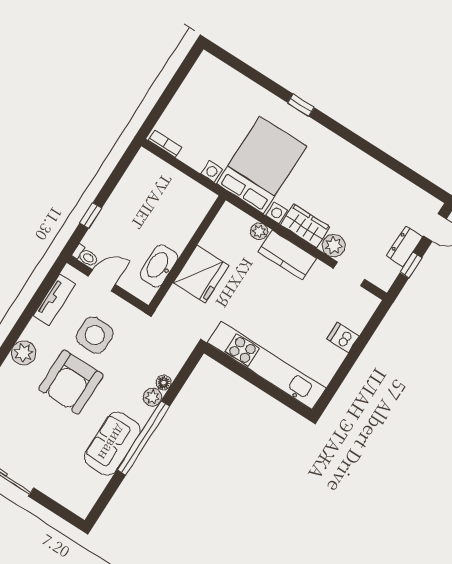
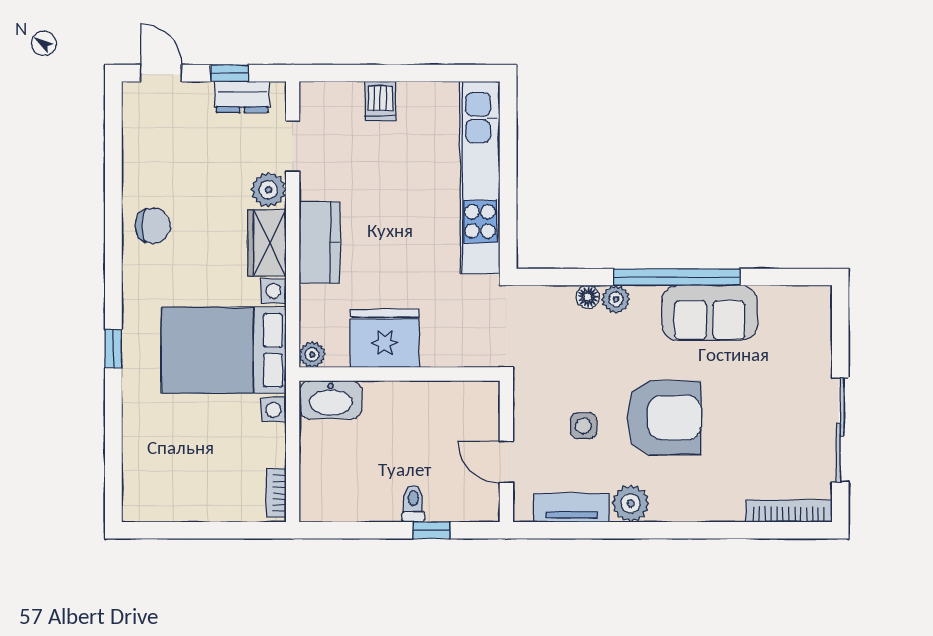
chair: (354, 170) -> (153, 226), added
plant: (259, 231) -> (312, 355), moved
dresser: (405, 246) -> (242, 97), moved
toilet: (85, 256) -> (413, 503), moved
washbasin: (159, 266) -> (331, 400), moved
fridge: (201, 274) -> (385, 338), moved
side table: (95, 335) -> (584, 426), width x0.54, depth x0.54
plant: (24, 353) -> (631, 503), moved

